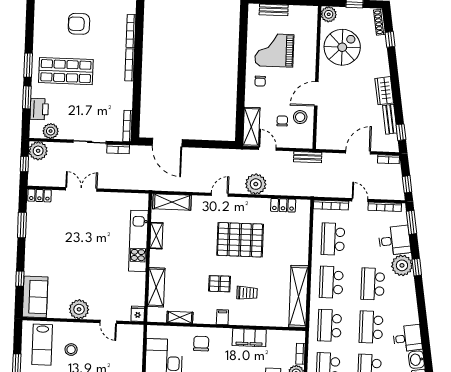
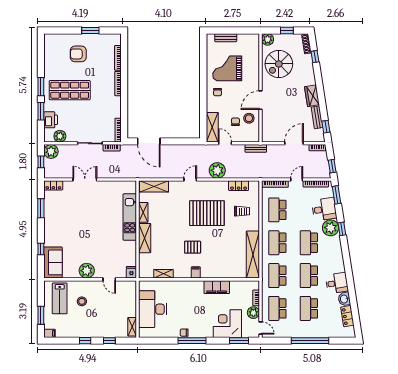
spiral stairs: (342, 47) -> (279, 64), turned 180
door: (360, 200) -> (297, 180), hinge flipped
shelving: (156, 287) -> (145, 238), moved
trolley: (247, 293) -> (242, 211), moved
chair: (201, 344) -> (180, 293), removed

